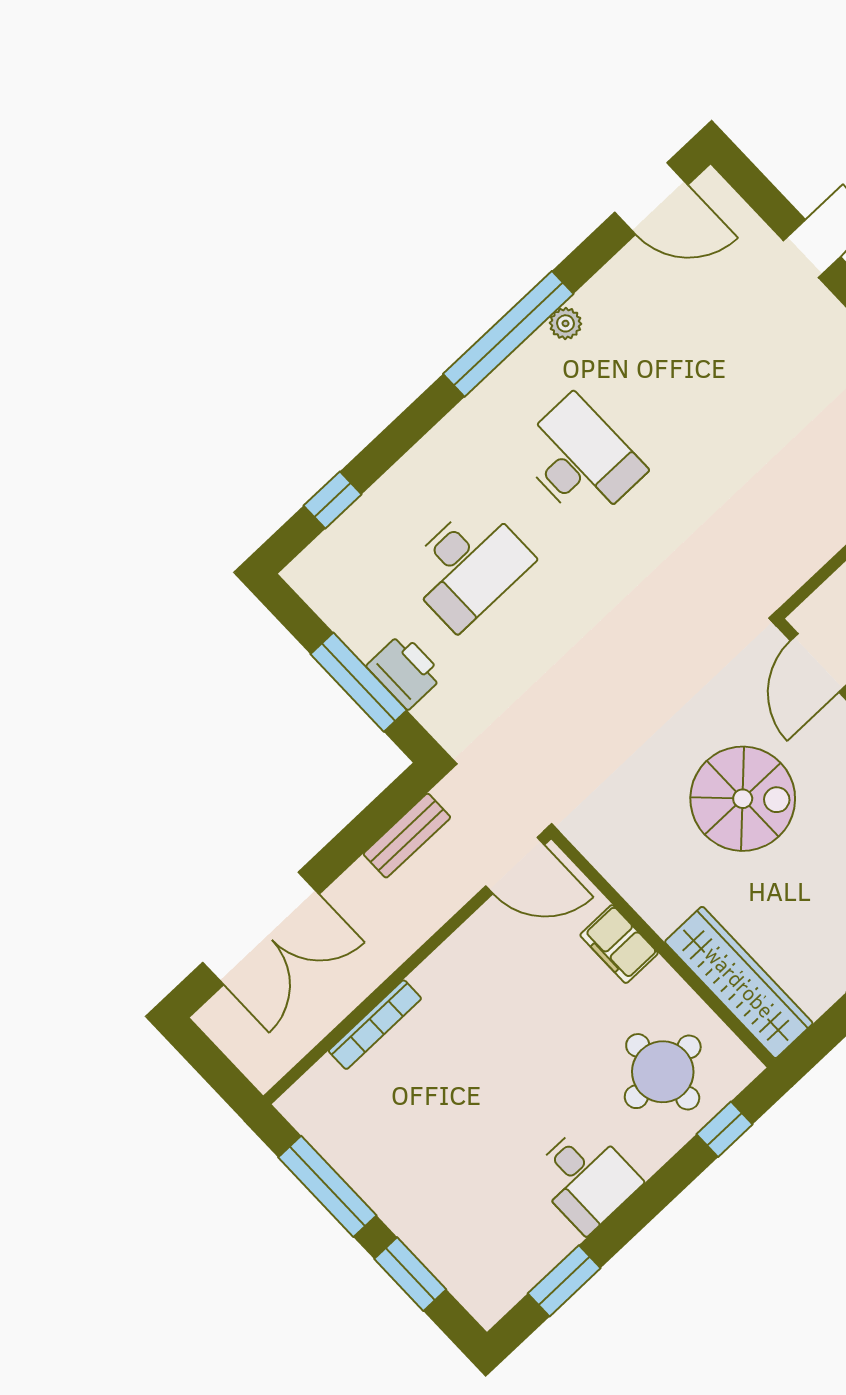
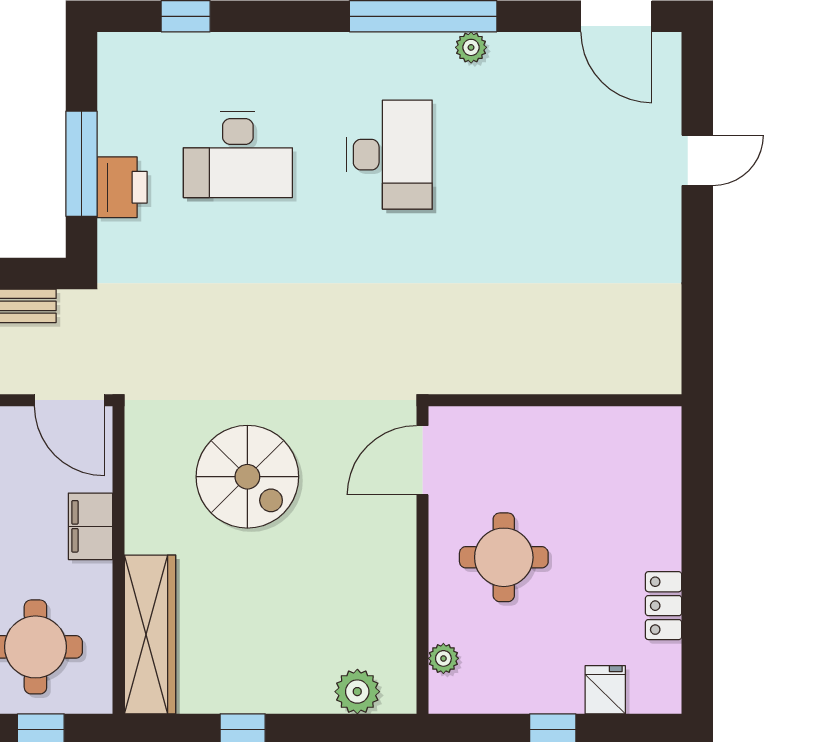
spiral stairs: (743, 799) -> (247, 477), moved

